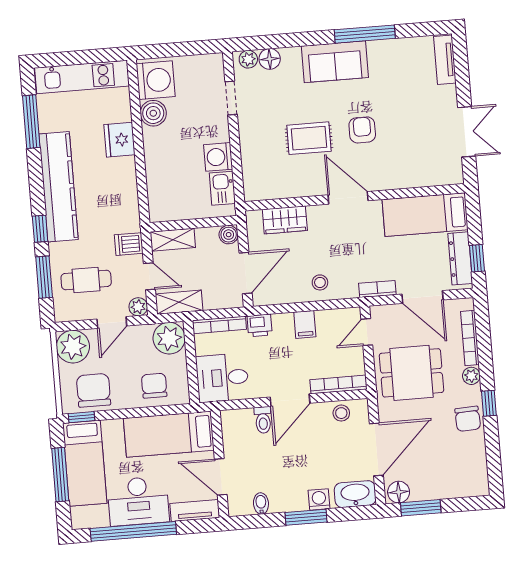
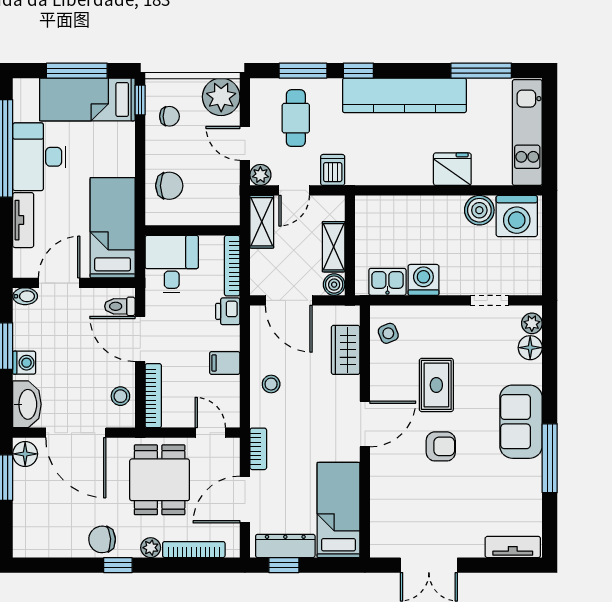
side table: (267, 184) -> (388, 333), added
shelving: (173, 240) -> (334, 247), moved
plant: (169, 338) -> (222, 207), removed
chair: (94, 390) -> (169, 116), width x0.54, depth x0.54
bed: (169, 434) -> (113, 228), moved
wall: (220, 464) -> (74, 283), moved
door: (221, 477) -> (59, 283), moved

